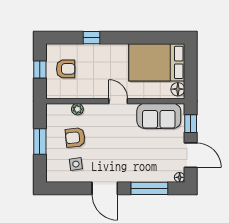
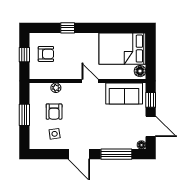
armchair: (75, 137) -> (54, 112), turned -84

